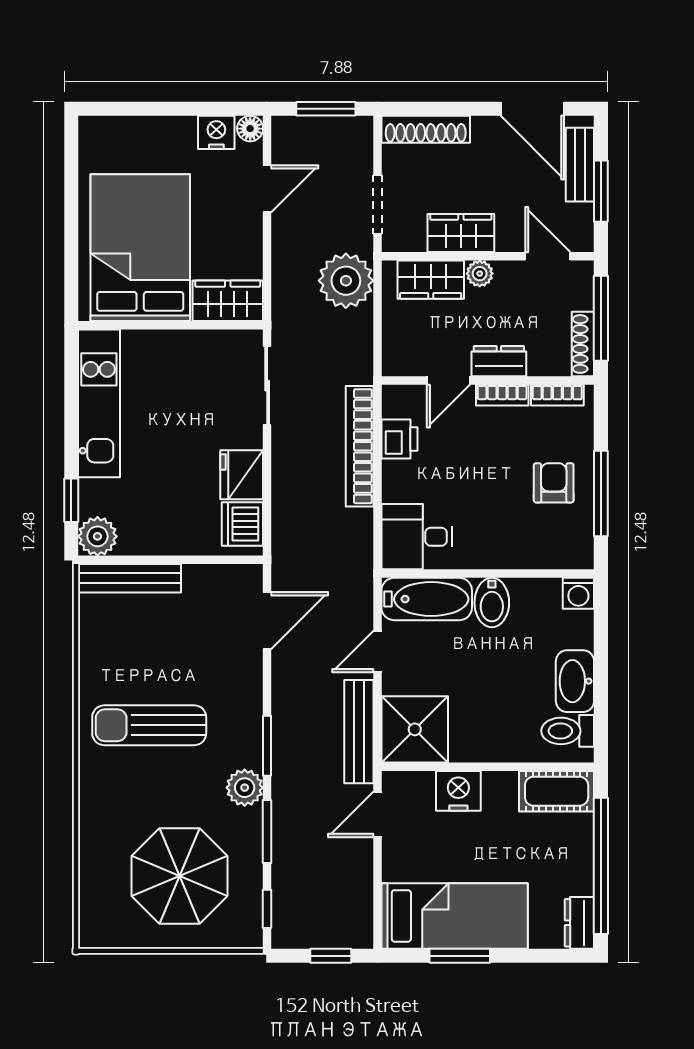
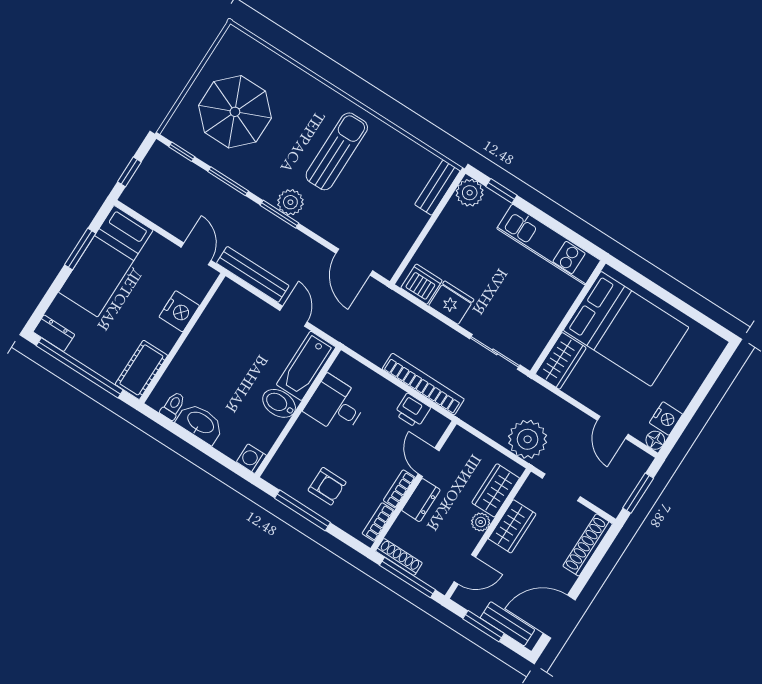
desk: (417, 537) -> (336, 405), moved, turned -90
bench: (130, 578) -> (438, 188), width x0.73
shower: (415, 729) -> (233, 309), removed
toilet: (568, 731) -> (173, 406), width x0.73, depth x0.72
plant: (245, 788) -> (290, 202), moved

